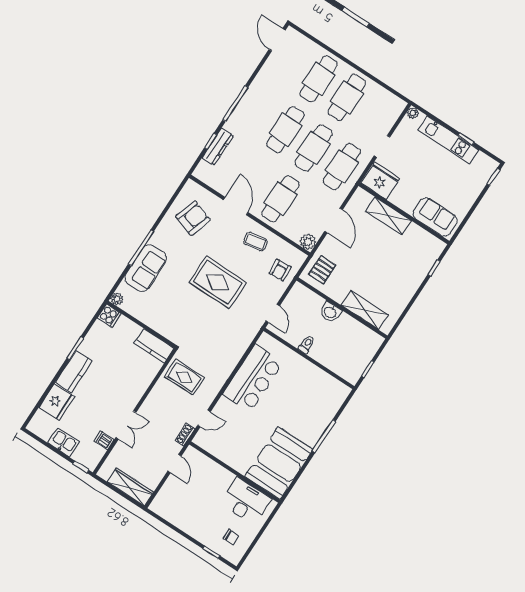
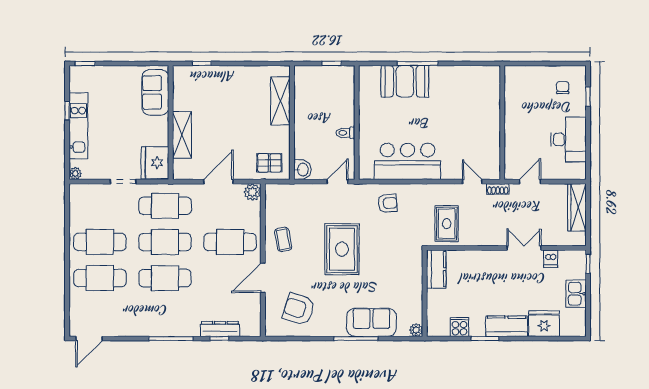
armchair: (280, 270) -> (388, 203), moved
washbasin: (330, 312) -> (302, 170), moved
cooker: (109, 316) -> (459, 327), moved
booth: (279, 463) -> (405, 81), moved, width x0.73, depth x0.70
desk: (246, 501) -> (568, 140), moved, turned 180

